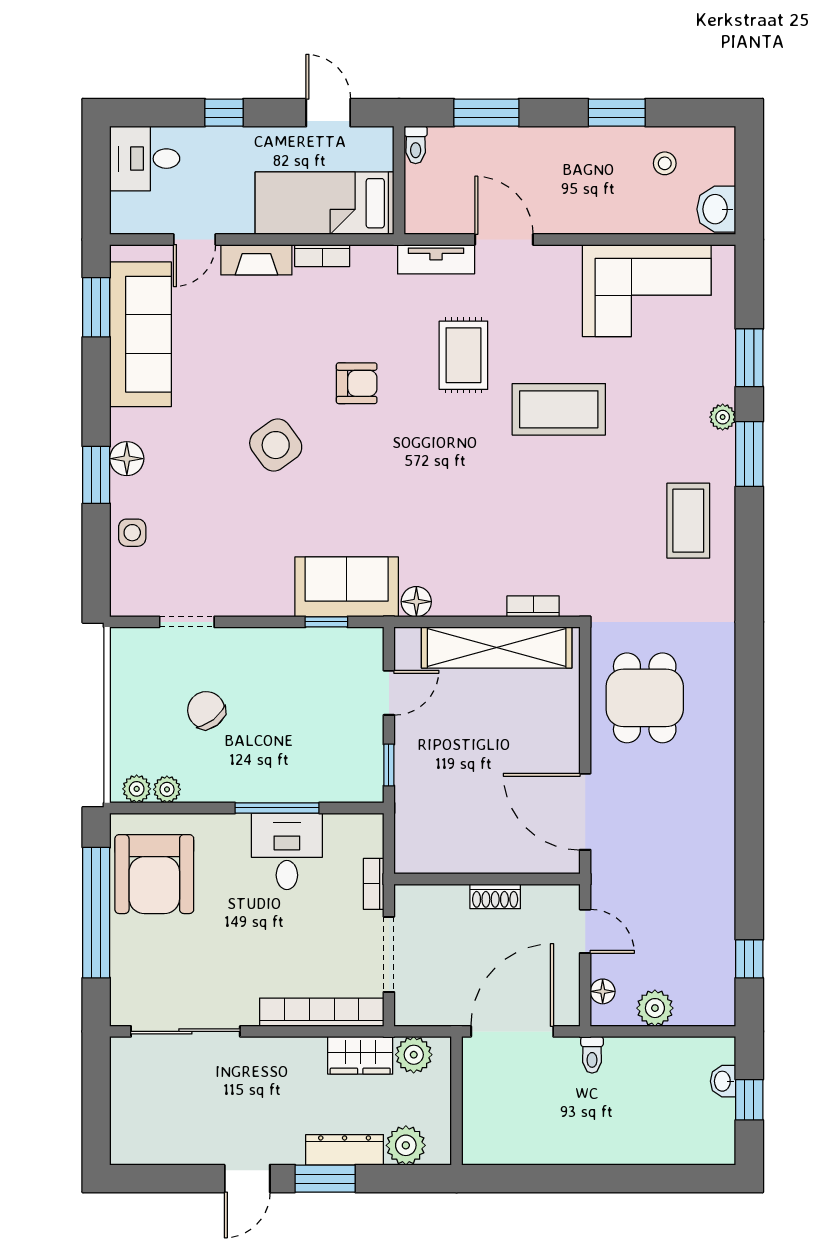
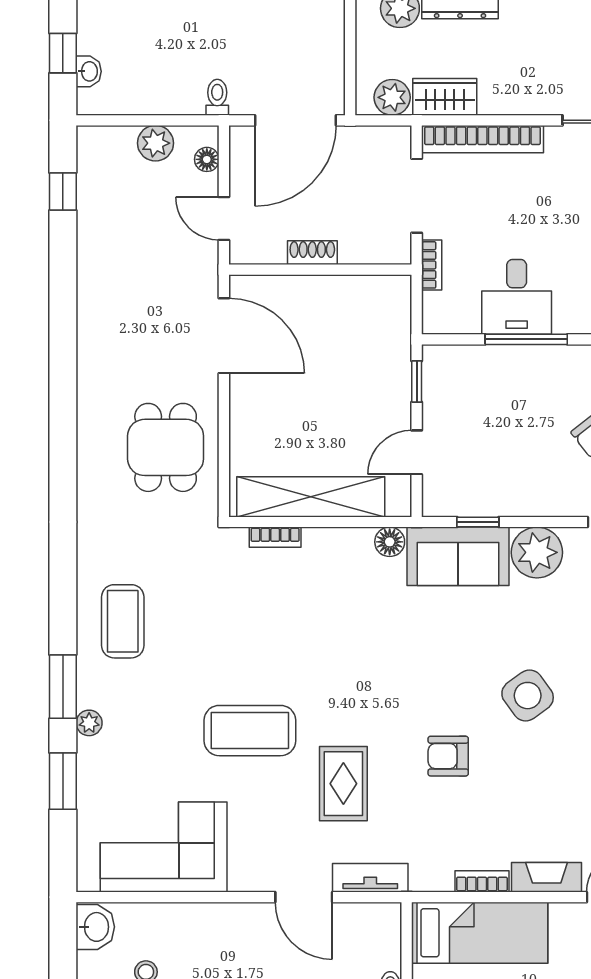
plant: (266, 591) -> (537, 552), added

